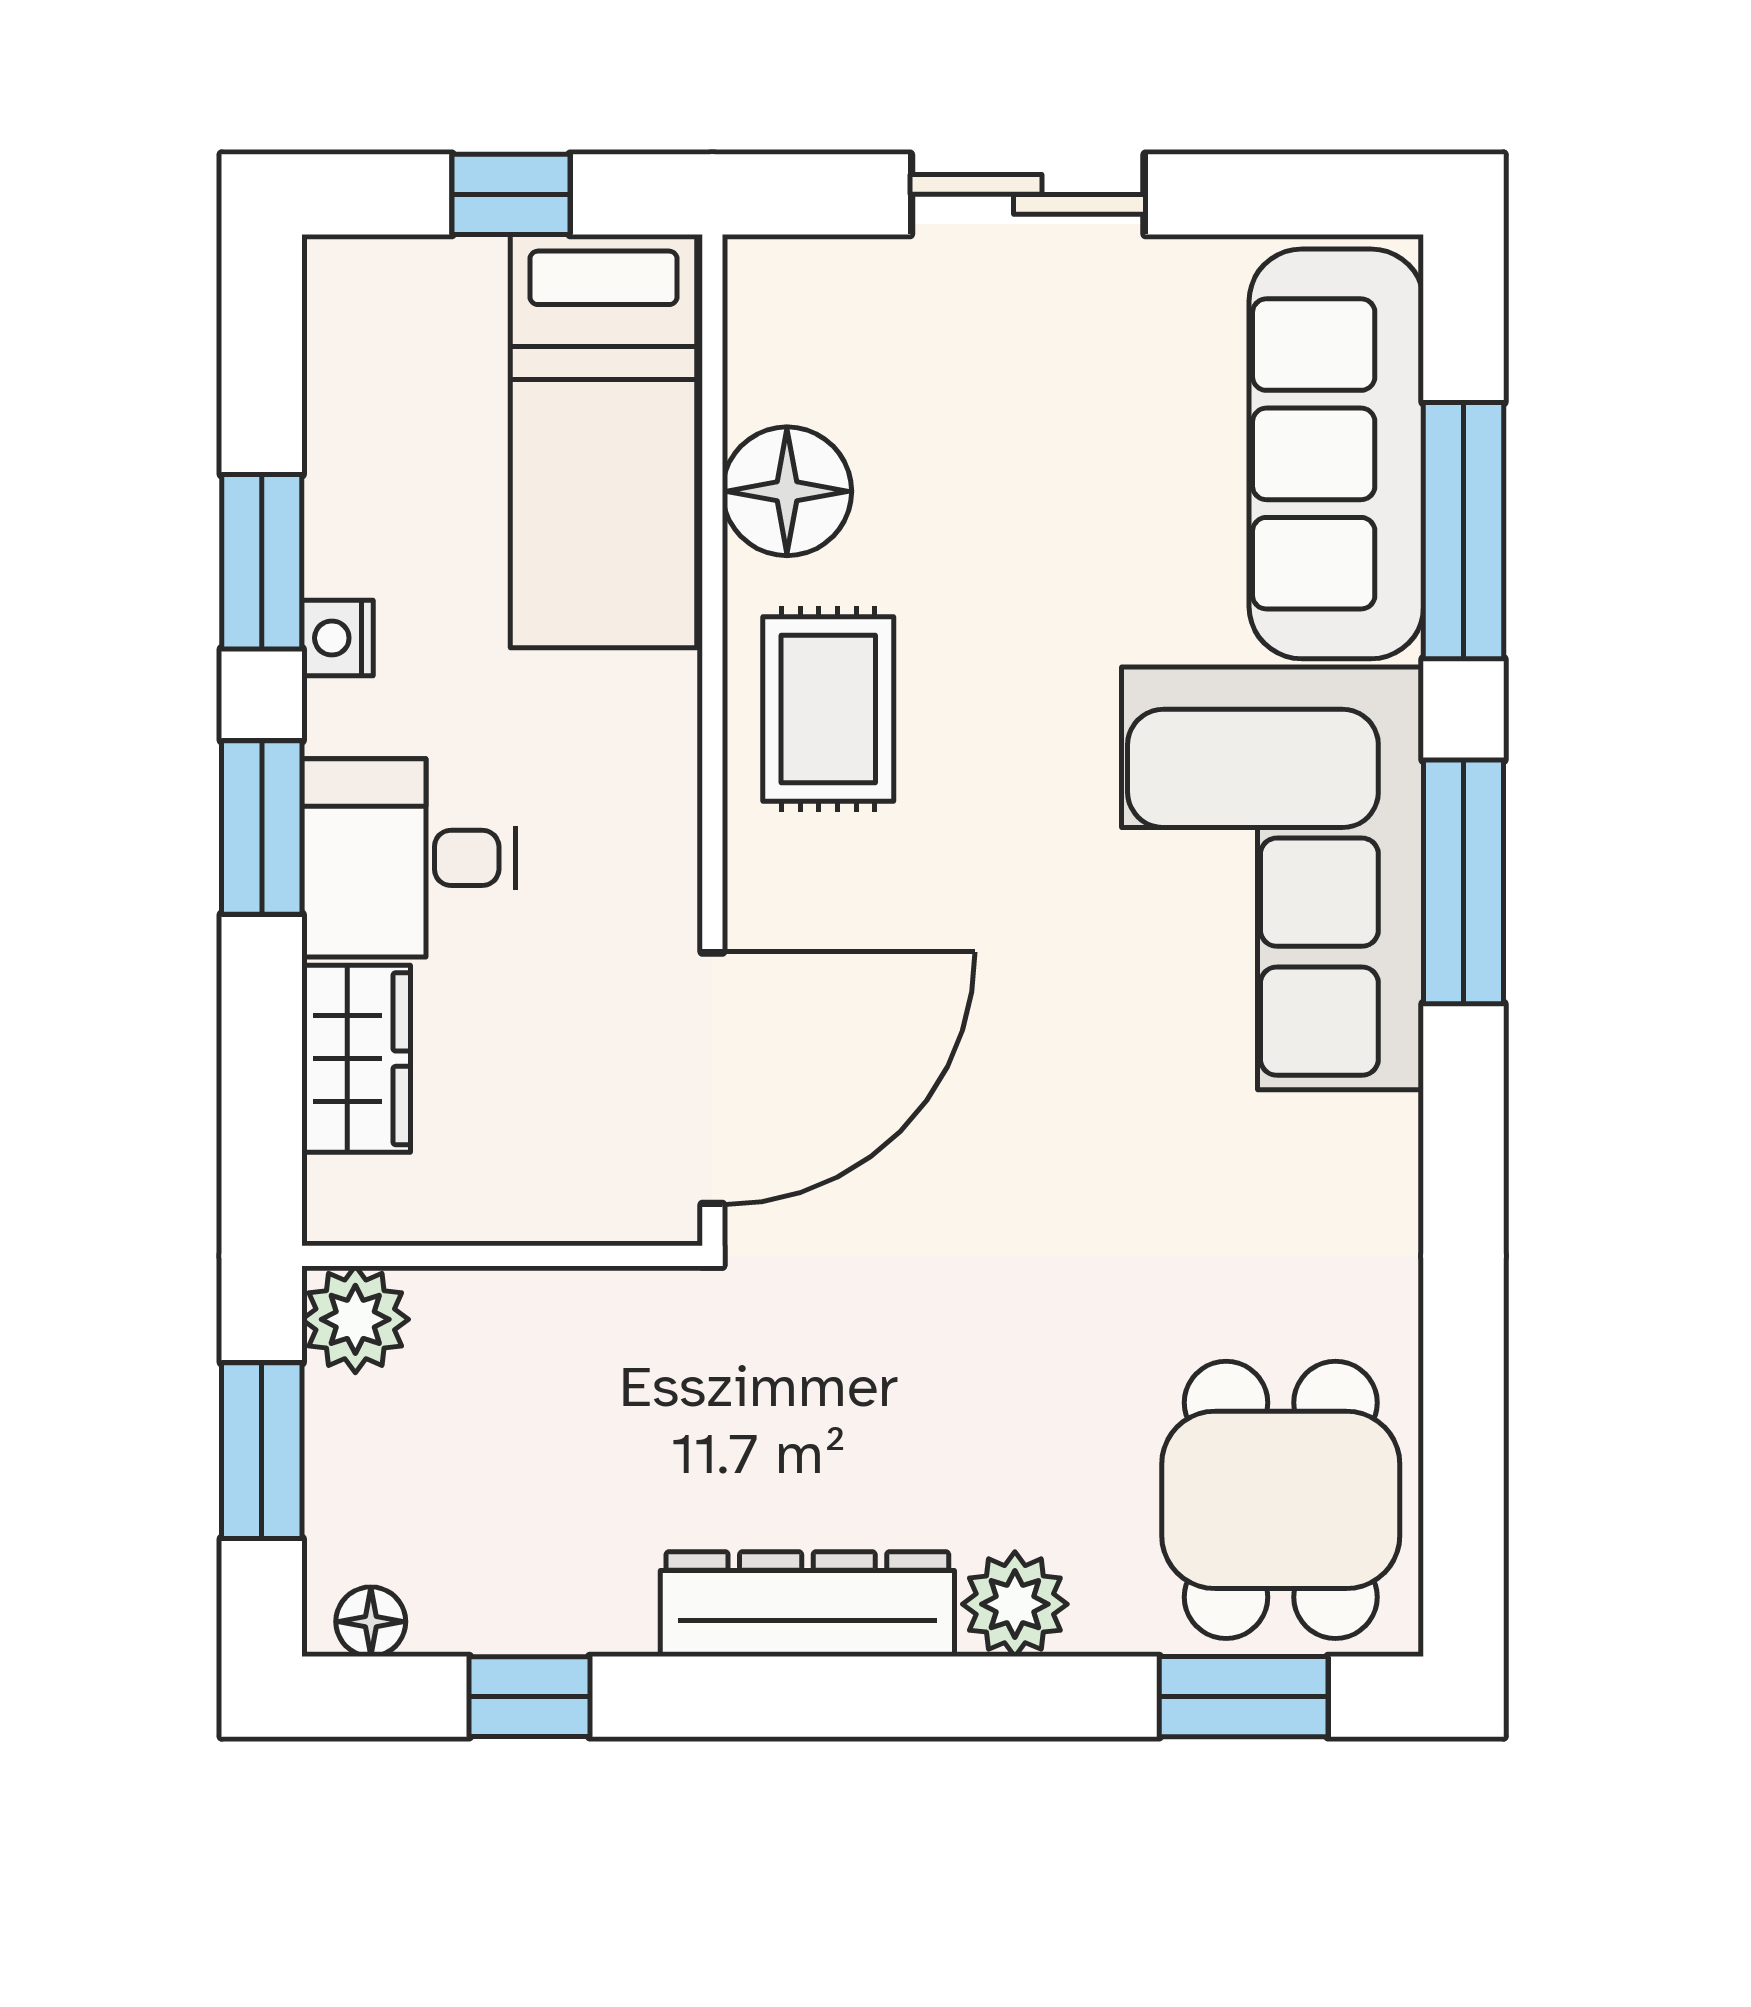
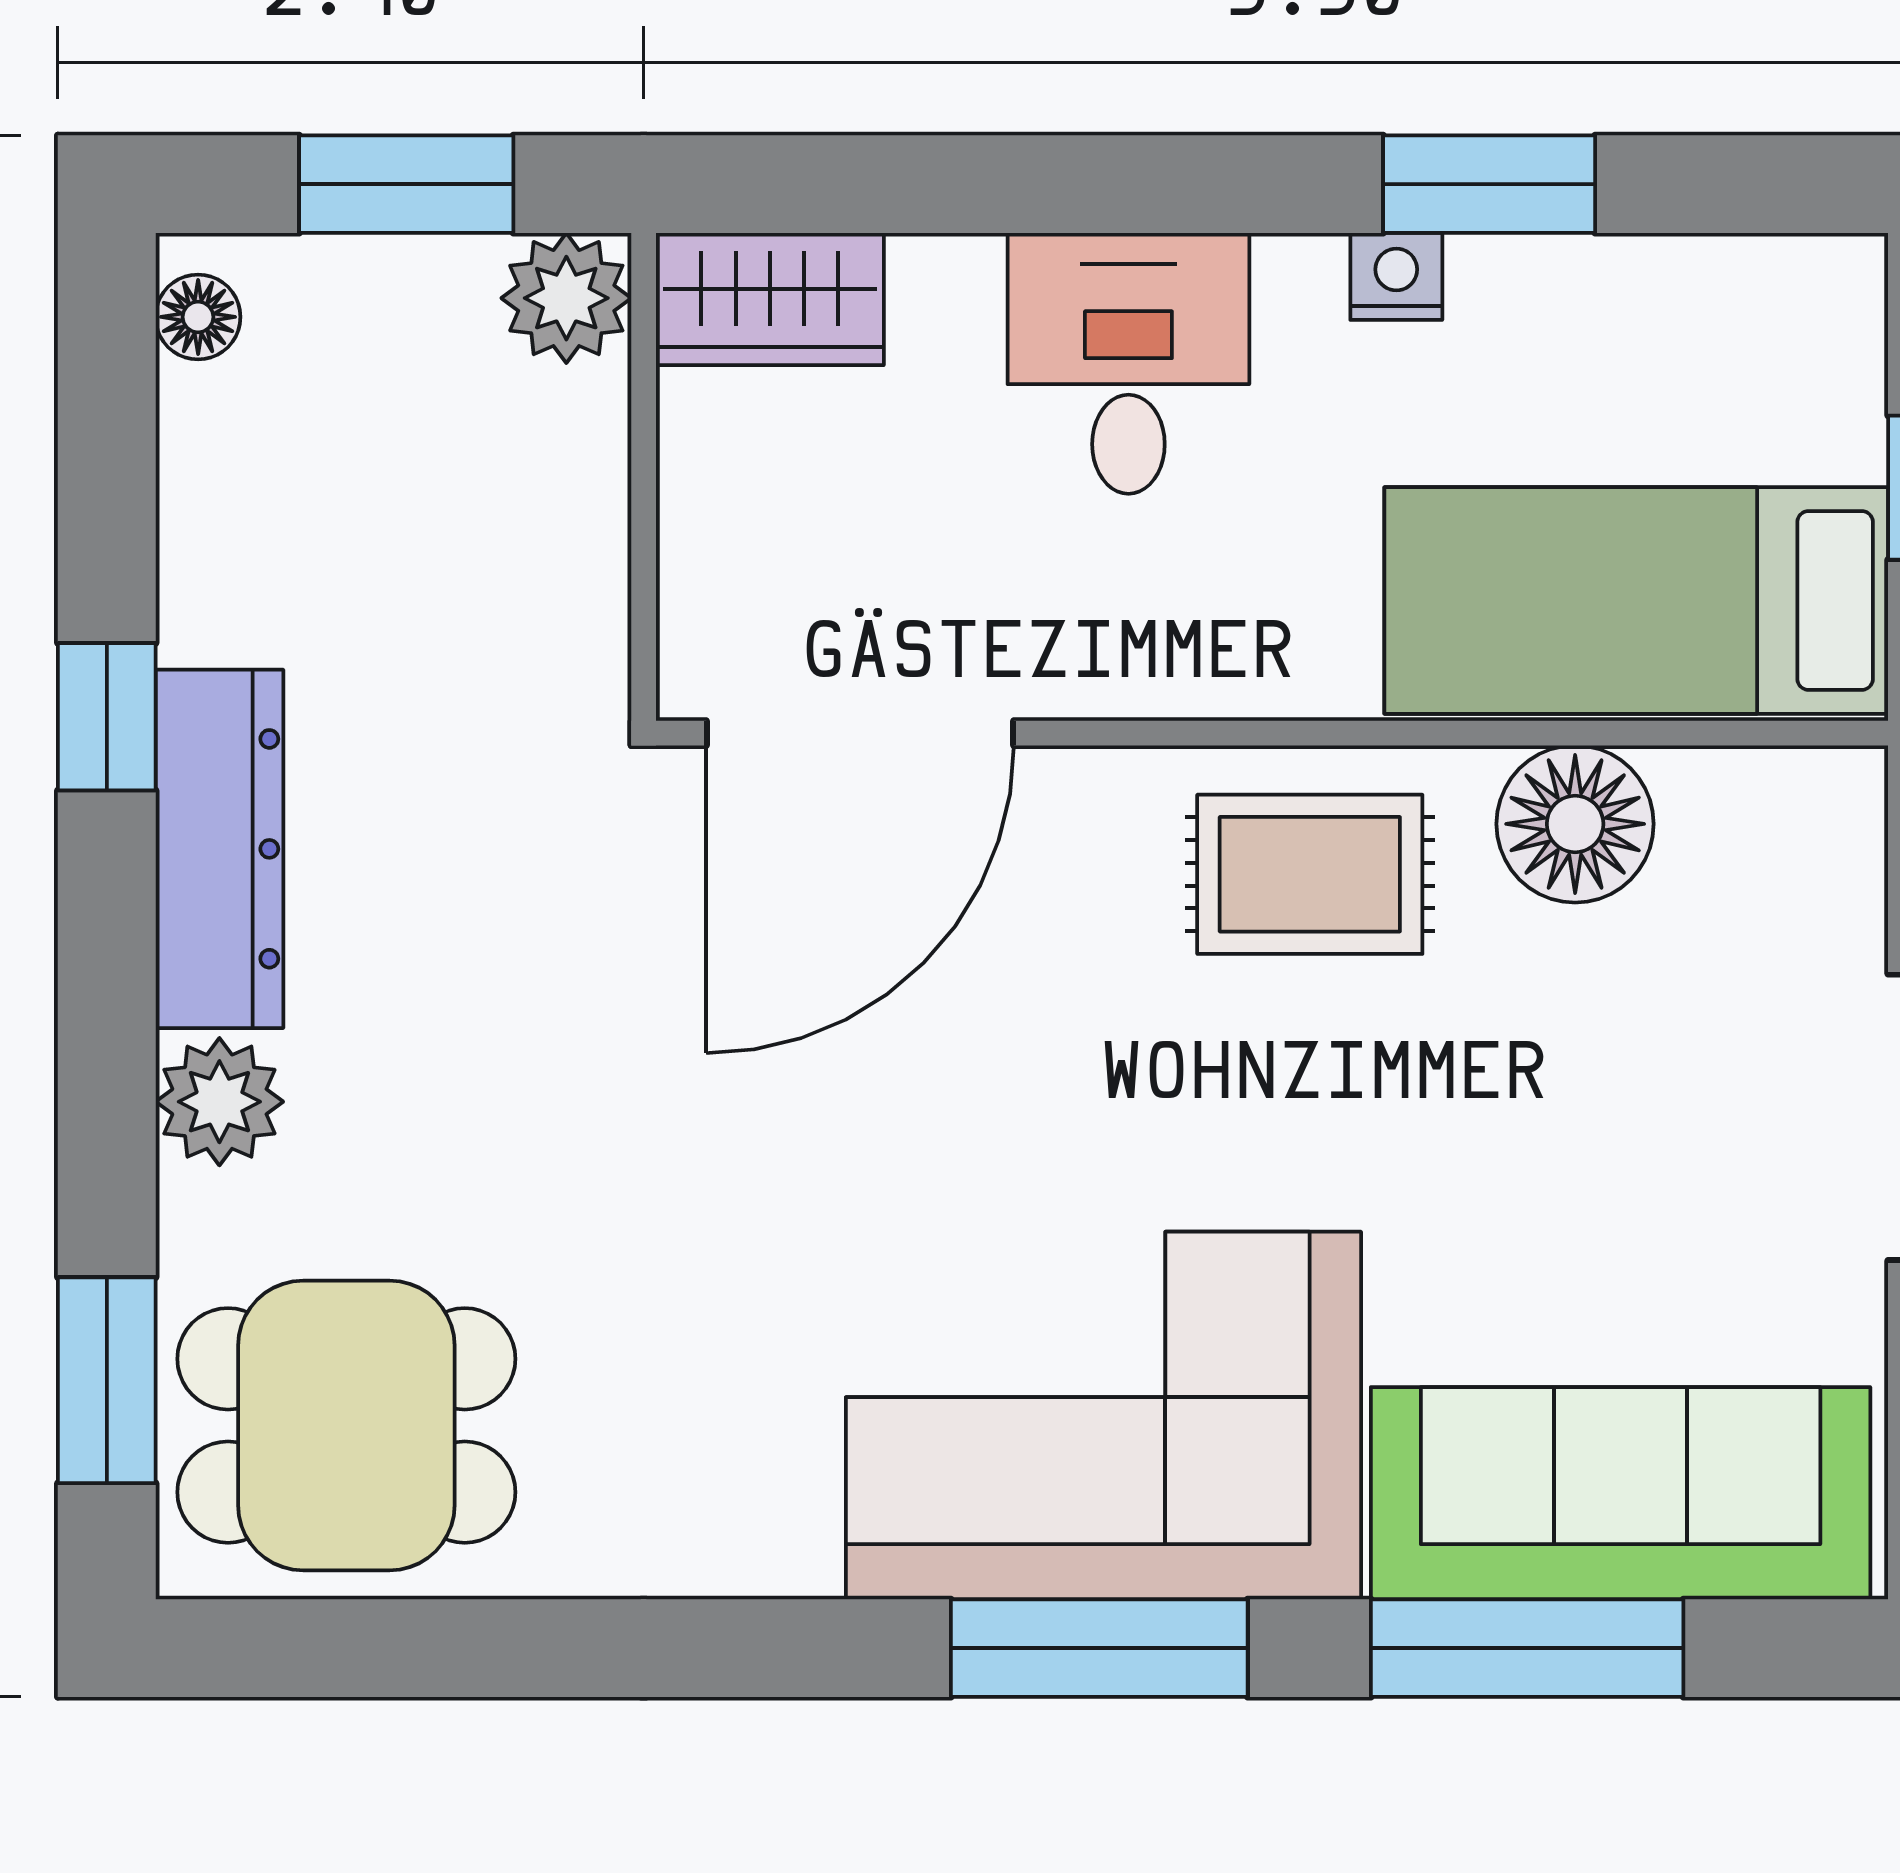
window: (262, 827) -> (1165, 184), removed
wardrobe: (356, 1059) -> (770, 299), moved
door: (712, 1078) -> (860, 733), hinge flipped
window: (530, 1697) -> (107, 717), moved

